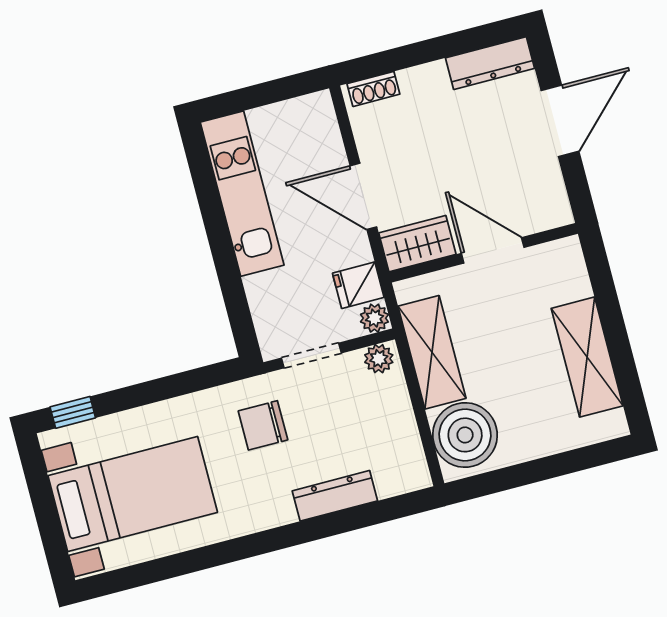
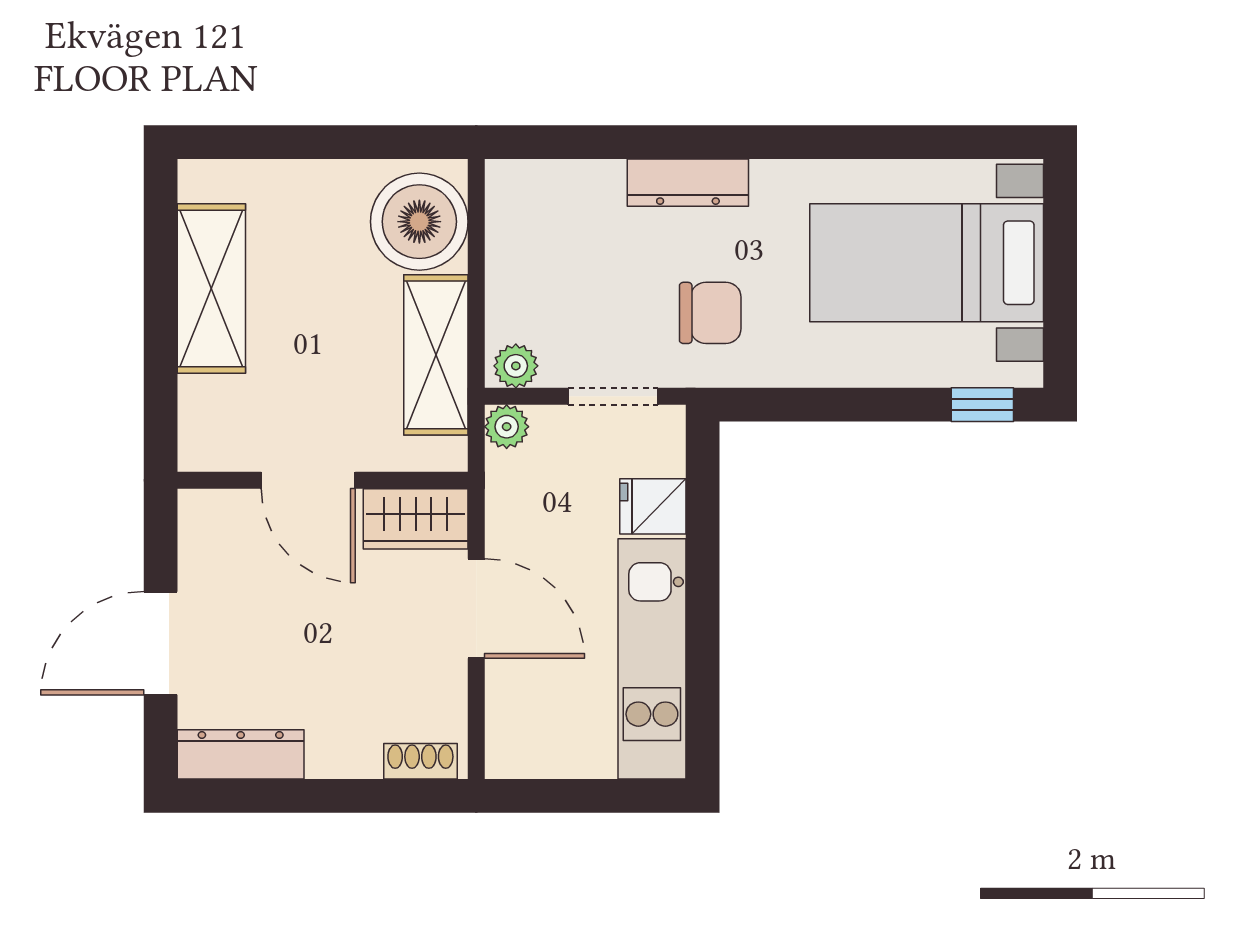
fridge: (358, 285) -> (653, 506), moved, turned 180
dresser: (335, 496) -> (688, 183), moved

